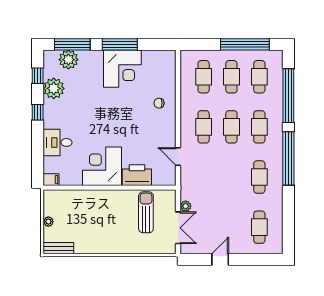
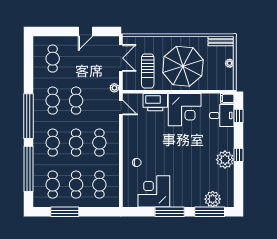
window: (245, 44) -> (65, 212), width x0.68
corner desk: (122, 69) -> (154, 191), moved
window: (38, 76) -> (238, 116), moved
plant: (54, 88) -> (225, 160), moved
desk: (58, 142) -> (222, 115), moved
door: (178, 156) -> (121, 108), moved
cafe table: (231, 177) -> (76, 101), added
plant: (186, 206) -> (114, 88), moved
parasol: (104, 218) -> (183, 66), added
double door: (178, 228) -> (121, 58), swing flipped

